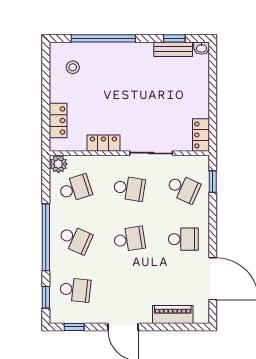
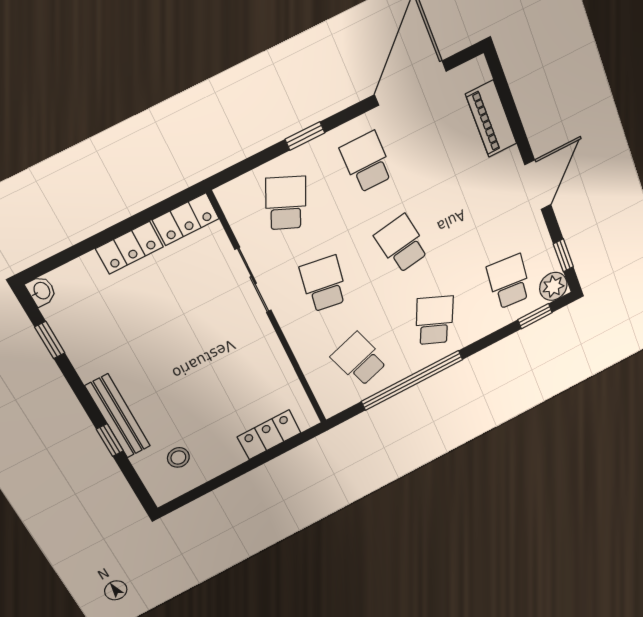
window: (103, 38) -> (110, 440), width x0.32
bench: (173, 49) -> (118, 416), moved, width x1.36
locker: (103, 143) -> (129, 248), moved, turned -90
plant: (58, 164) -> (553, 286), moved
window: (213, 182) -> (305, 136), moved
window: (46, 237) -> (412, 380), moved

